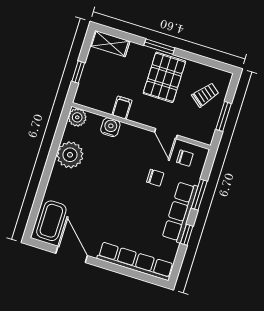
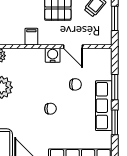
water cooler: (110, 127) -> (53, 55), moved
chair: (185, 158) -> (50, 109), moved
window: (187, 235) -> (115, 122), width x1.50

